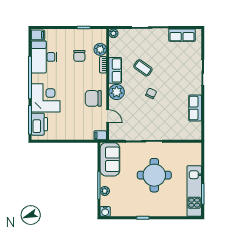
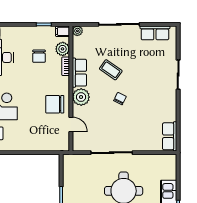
row of seats: (195, 108) -> (170, 136), moved
filing cabinet: (100, 135) -> (63, 31), moved
sofa: (110, 159) -> (73, 173), removed

